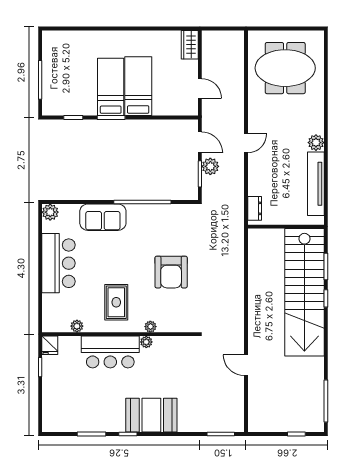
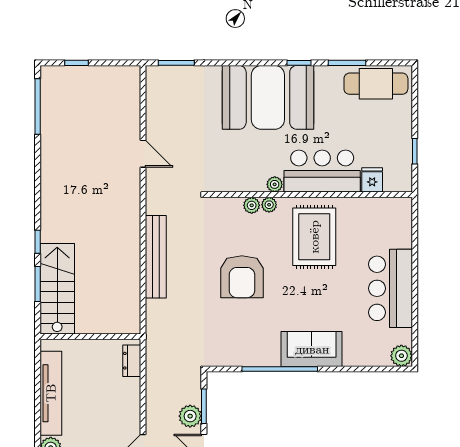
sofa: (103, 217) -> (312, 349), moved
armchair: (171, 272) -> (242, 277), turned 180
bench: (236, 287) -> (156, 257), added
stairs: (304, 292) -> (57, 289), width x0.54, depth x0.66
rug: (116, 302) -> (314, 237), width x1.36, depth x1.43
plant: (77, 326) -> (252, 205), moved
fridge: (50, 345) -> (372, 180), moved
booth: (151, 415) -> (268, 97), width x1.36, depth x1.42
cafe table: (70, 418) -> (376, 84), added

